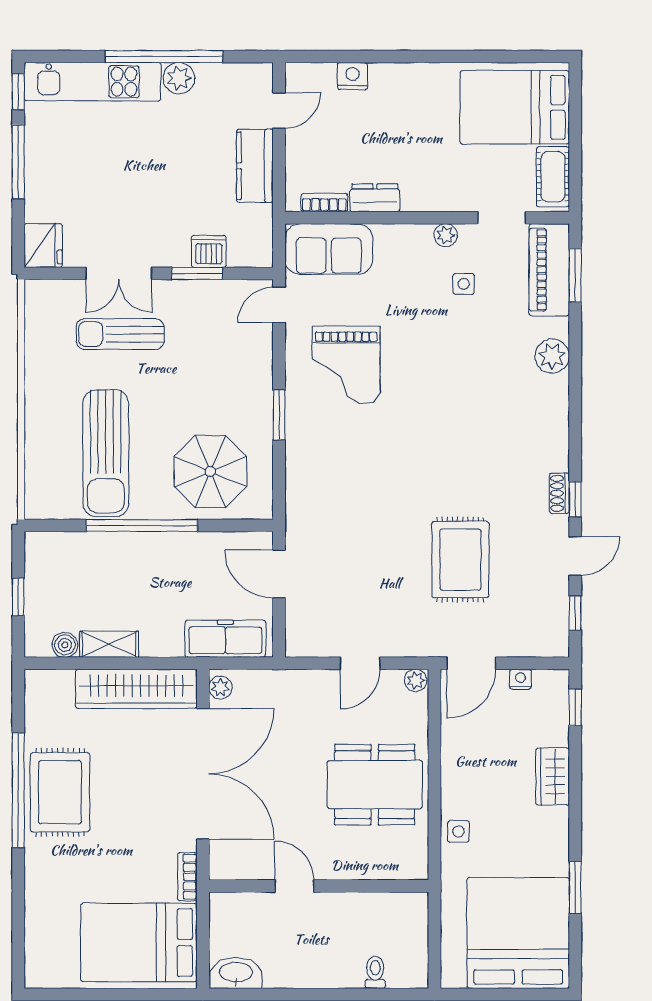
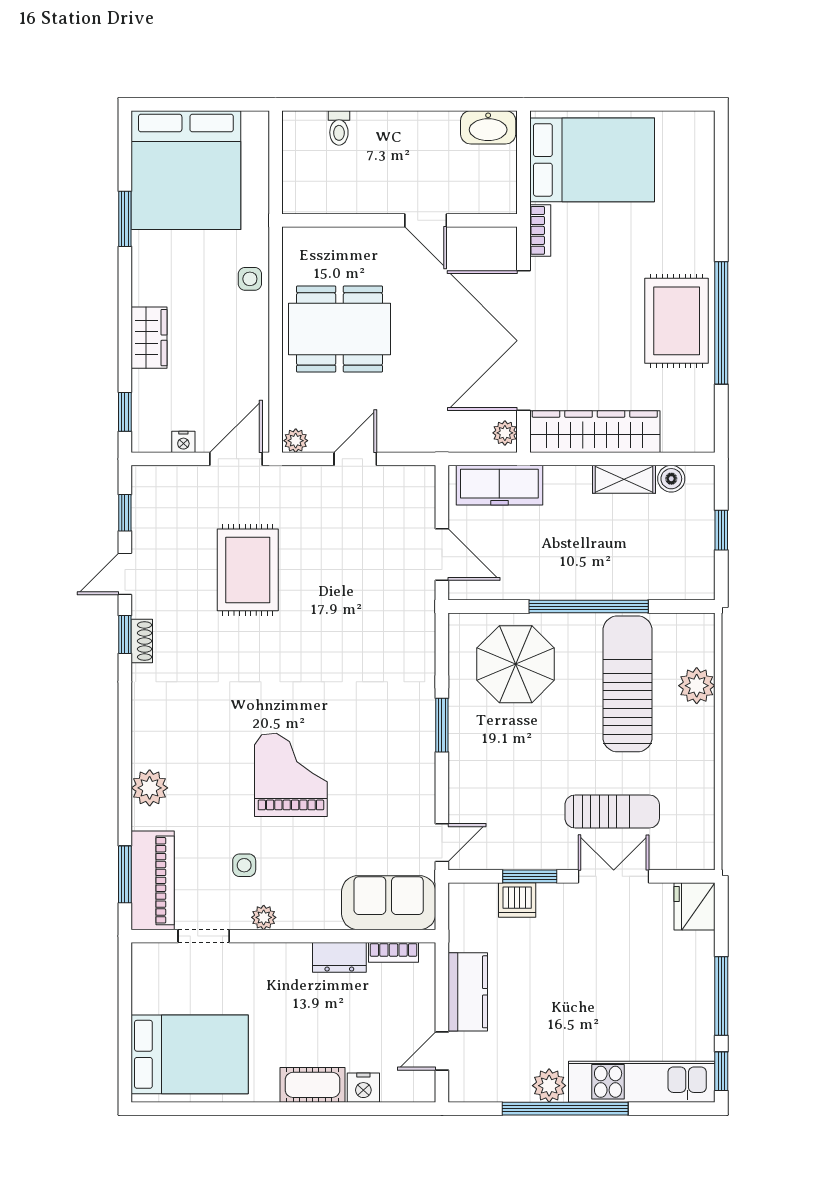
cot: (553, 177) -> (313, 1085), moved, turned 90
grand piano: (346, 365) -> (291, 775), moved
plant: (41, 452) -> (697, 686), added

